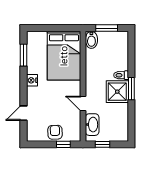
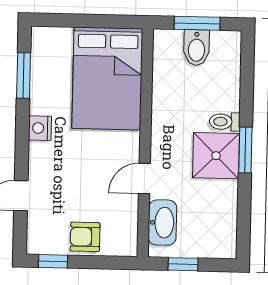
bidet: (91, 40) -> (196, 48), moved
door: (83, 103) -> (144, 178), hinge flipped
armchair: (55, 132) -> (85, 237), turned -88
window: (63, 144) -> (53, 261), moved

